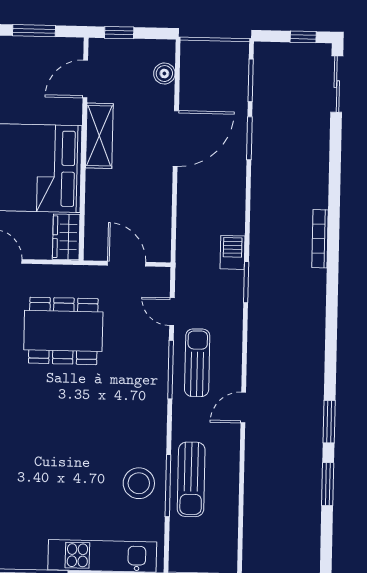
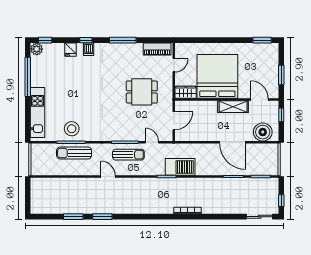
boiler: (164, 74) -> (263, 132), width x1.86, depth x1.86
barbecue: (233, 252) -> (180, 167), width x1.88, depth x1.53
door: (172, 312) -> (152, 142), hinge flipped
dining table: (63, 331) -> (142, 92), width x0.73

